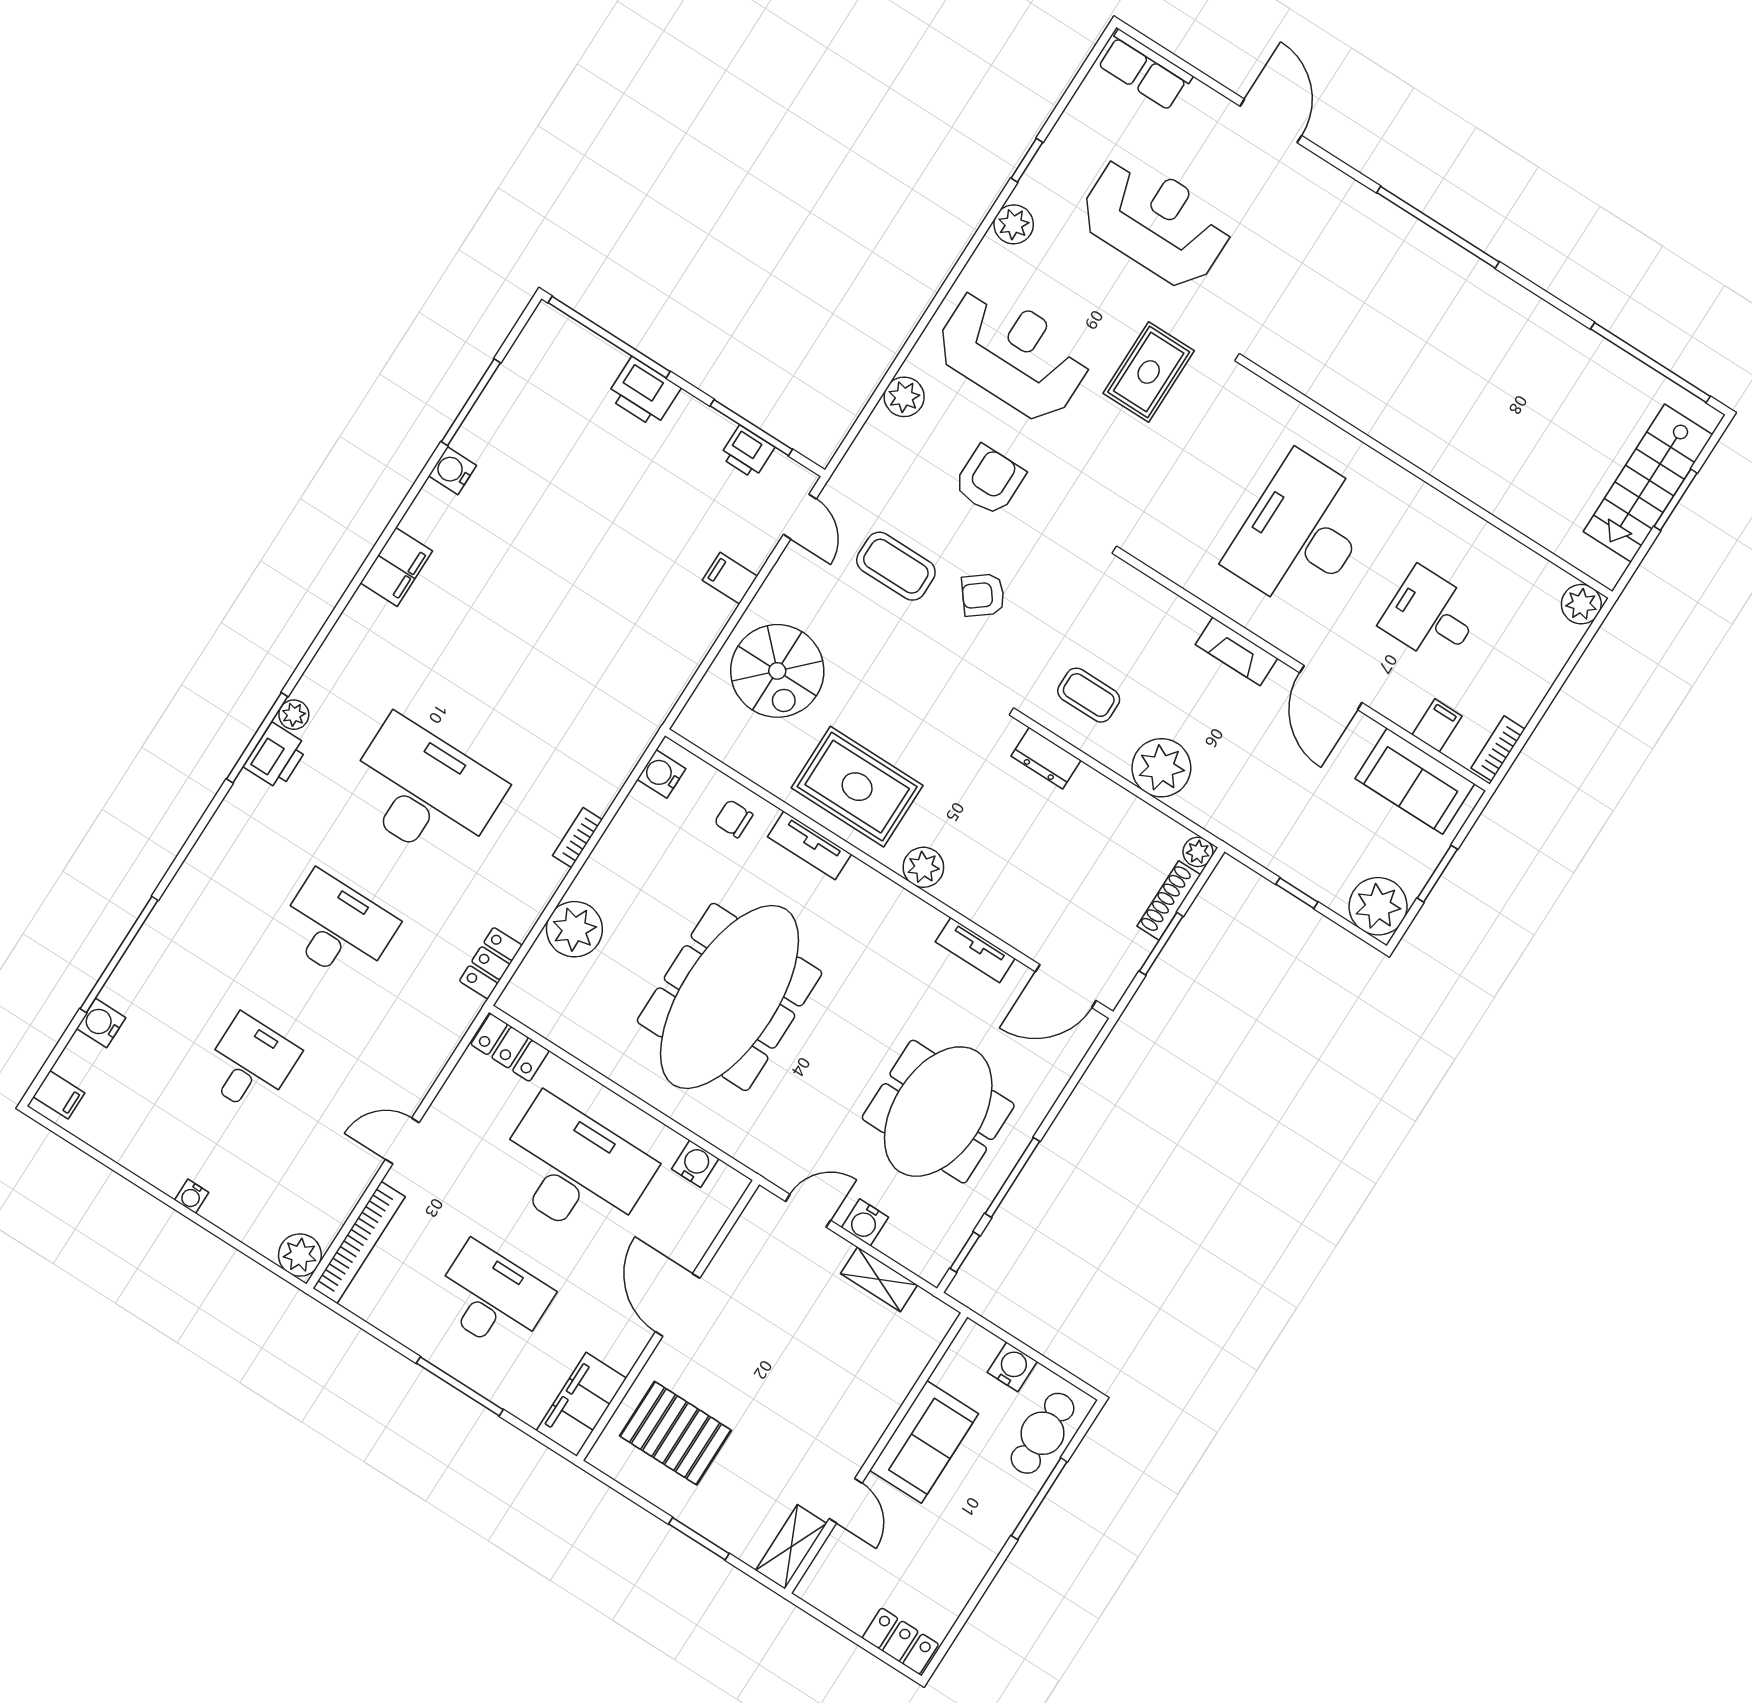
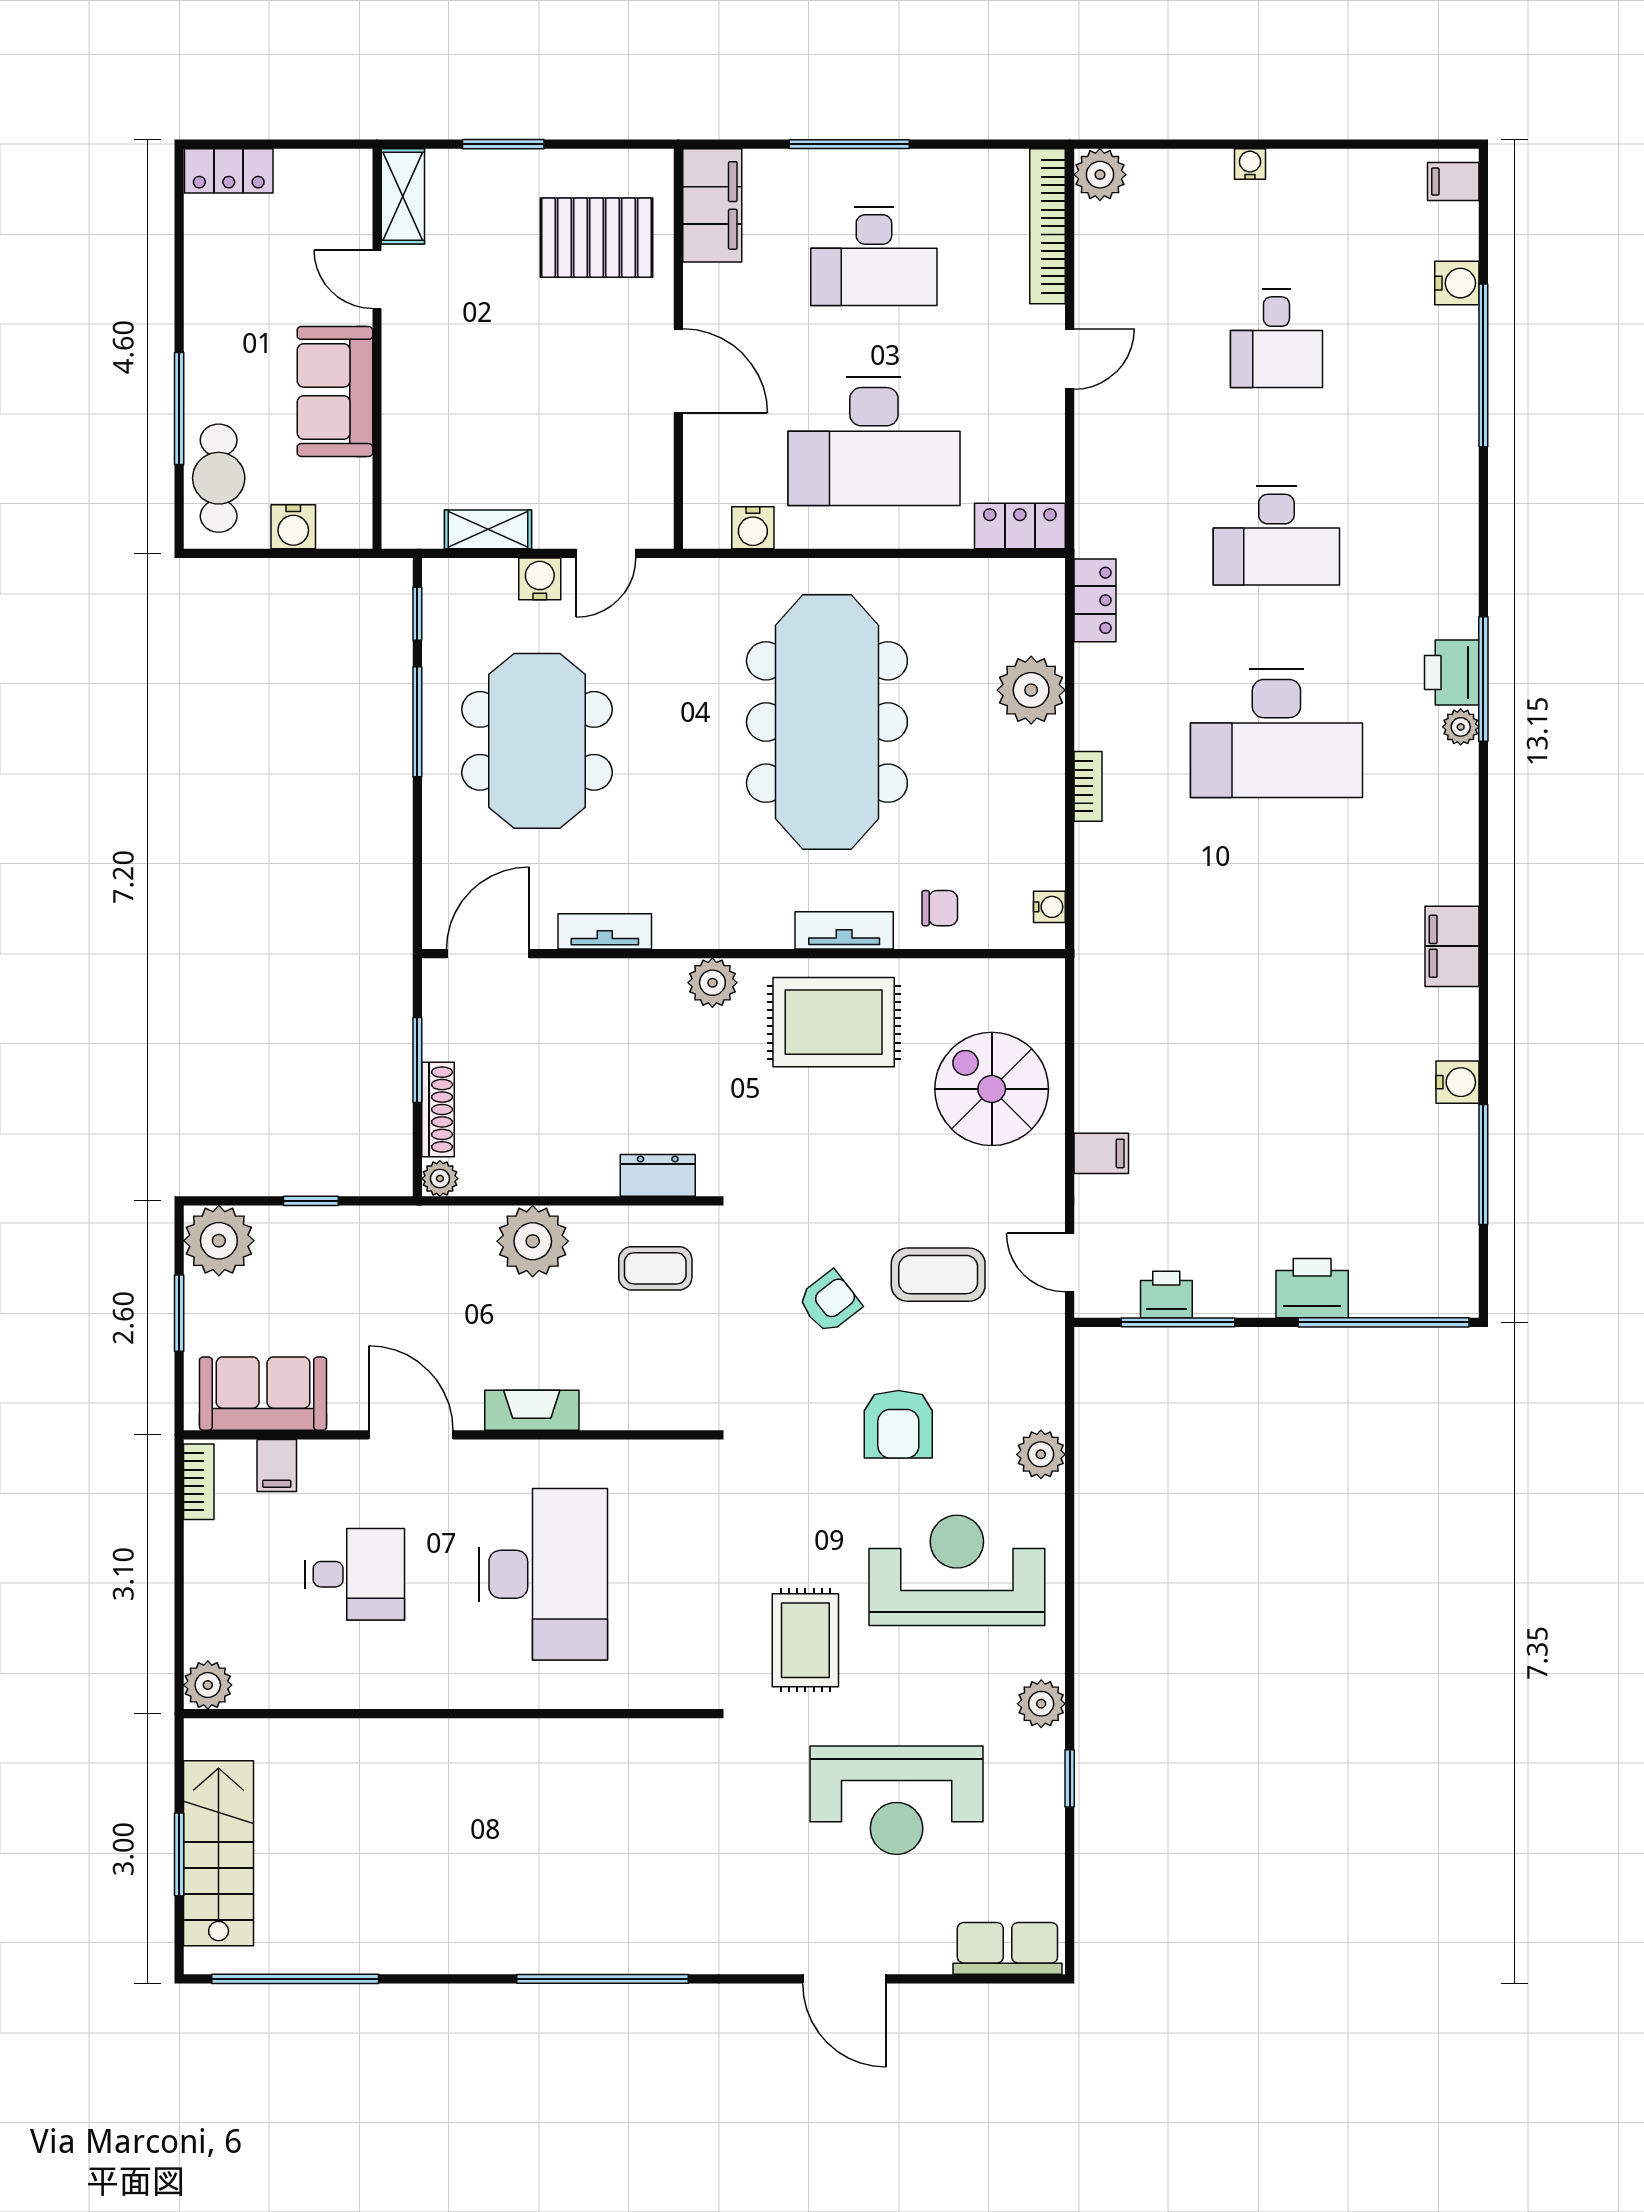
reception desk: (1013, 354) -> (957, 1570), turned 180
water cooler: (661, 774) -> (1049, 907), width x0.72, depth x0.72

